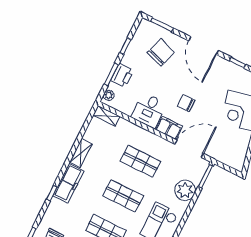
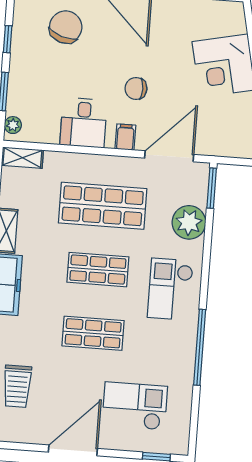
printer: (122, 75) -> (21, 86), removed
filing cabinet: (169, 128) -> (125, 137), width x0.50
shop shelf: (140, 161) -> (103, 206), width x1.43, depth x1.36

